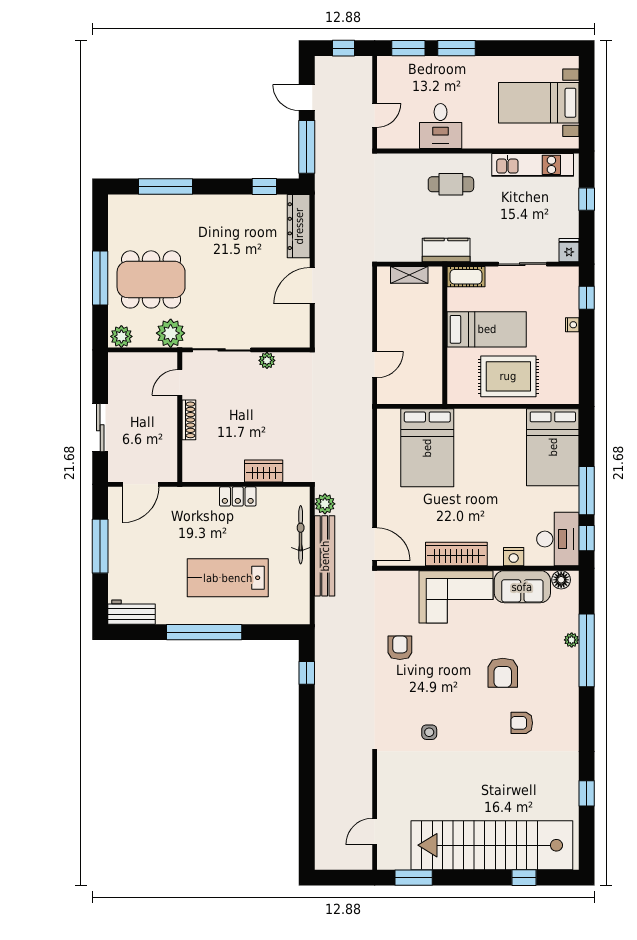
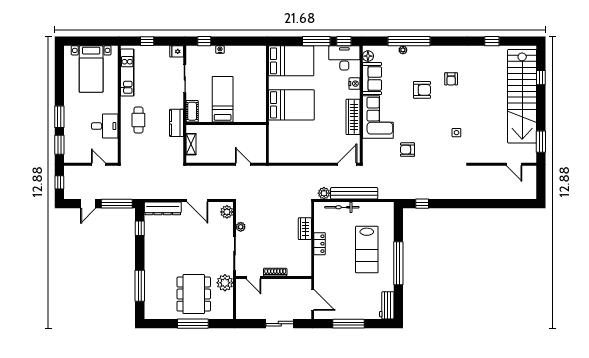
plant: (121, 336) -> (227, 212), moved
rug: (508, 376) -> (250, 87), removed
bed: (427, 448) -> (291, 105), moved

